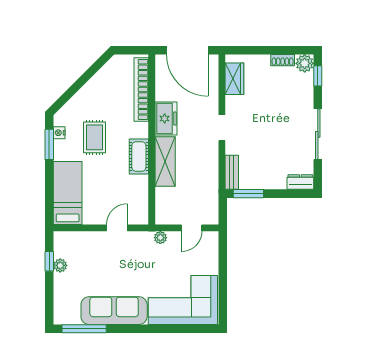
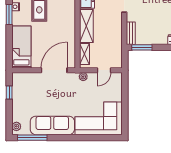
cot: (139, 156) -> (69, 23), removed
shelving: (162, 204) -> (85, 54), added
door: (117, 228) -> (54, 70), width x1.87
plant: (60, 265) -> (16, 126), moved

